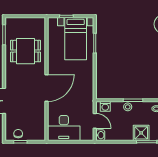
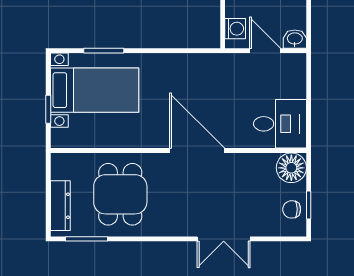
dresser: (20, 22) -> (60, 206), added
door: (95, 121) -> (265, 51), hinge flipped
desk: (64, 128) -> (280, 124), width x0.73
floor lamp: (38, 133) -> (291, 168), added

